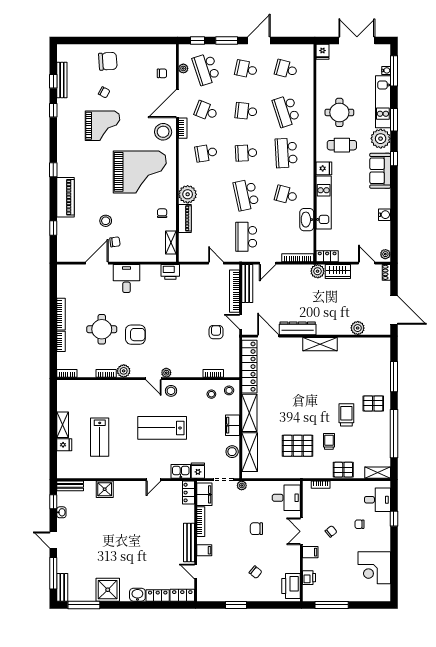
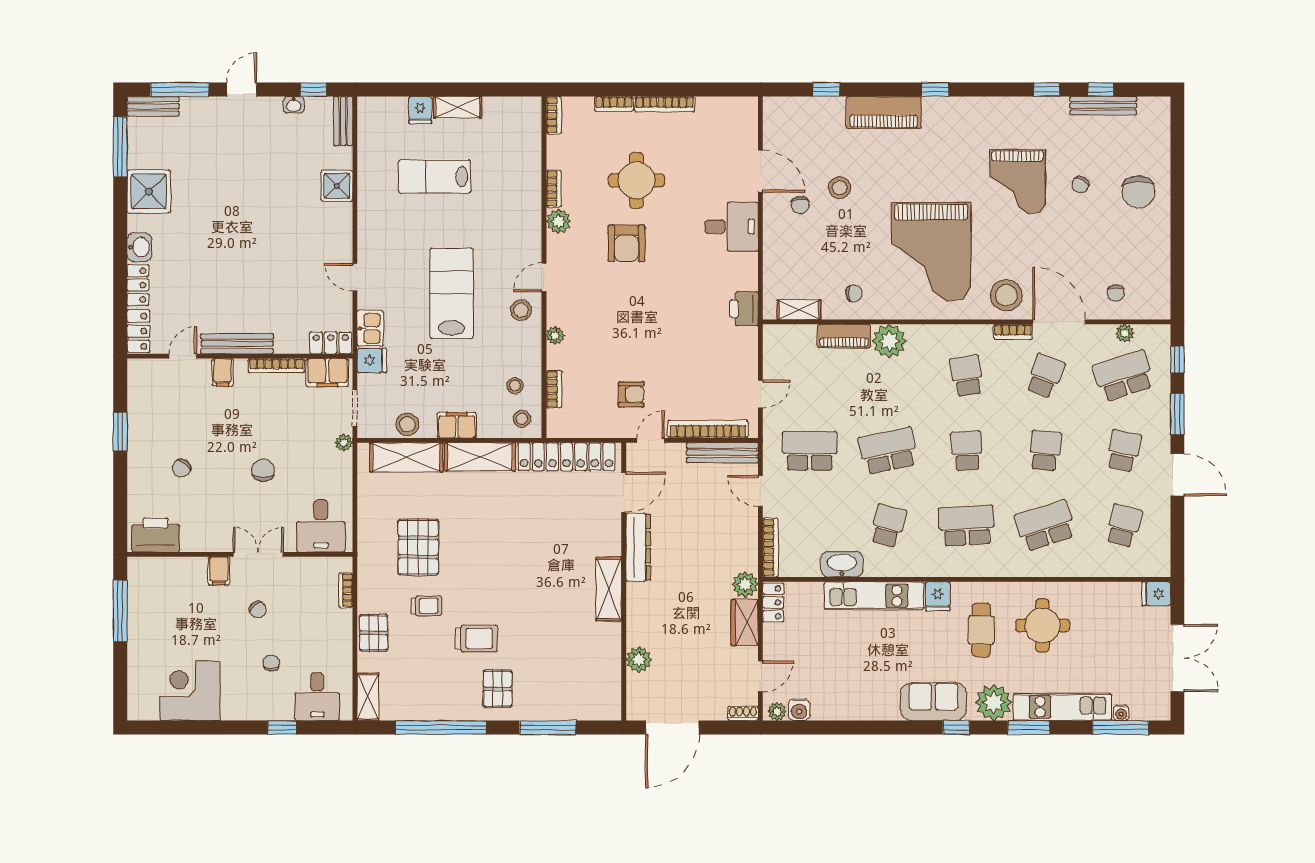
water cooler: (384, 215) -> (799, 710), moved
plant: (166, 373) -> (555, 336), moved
printer: (309, 578) -> (171, 568), removed

